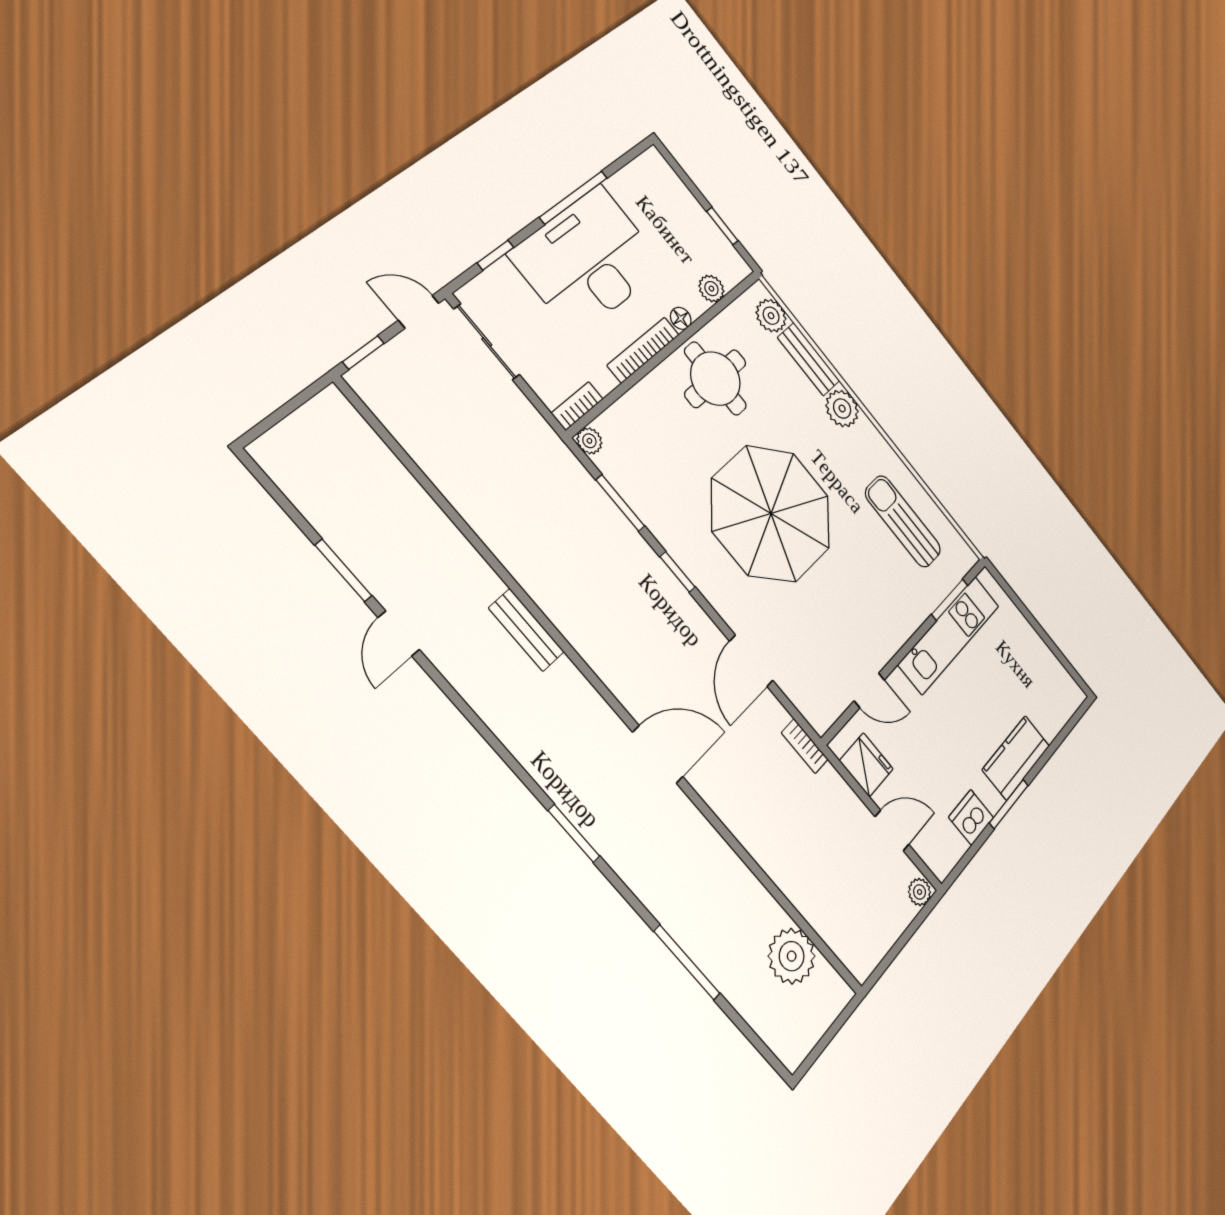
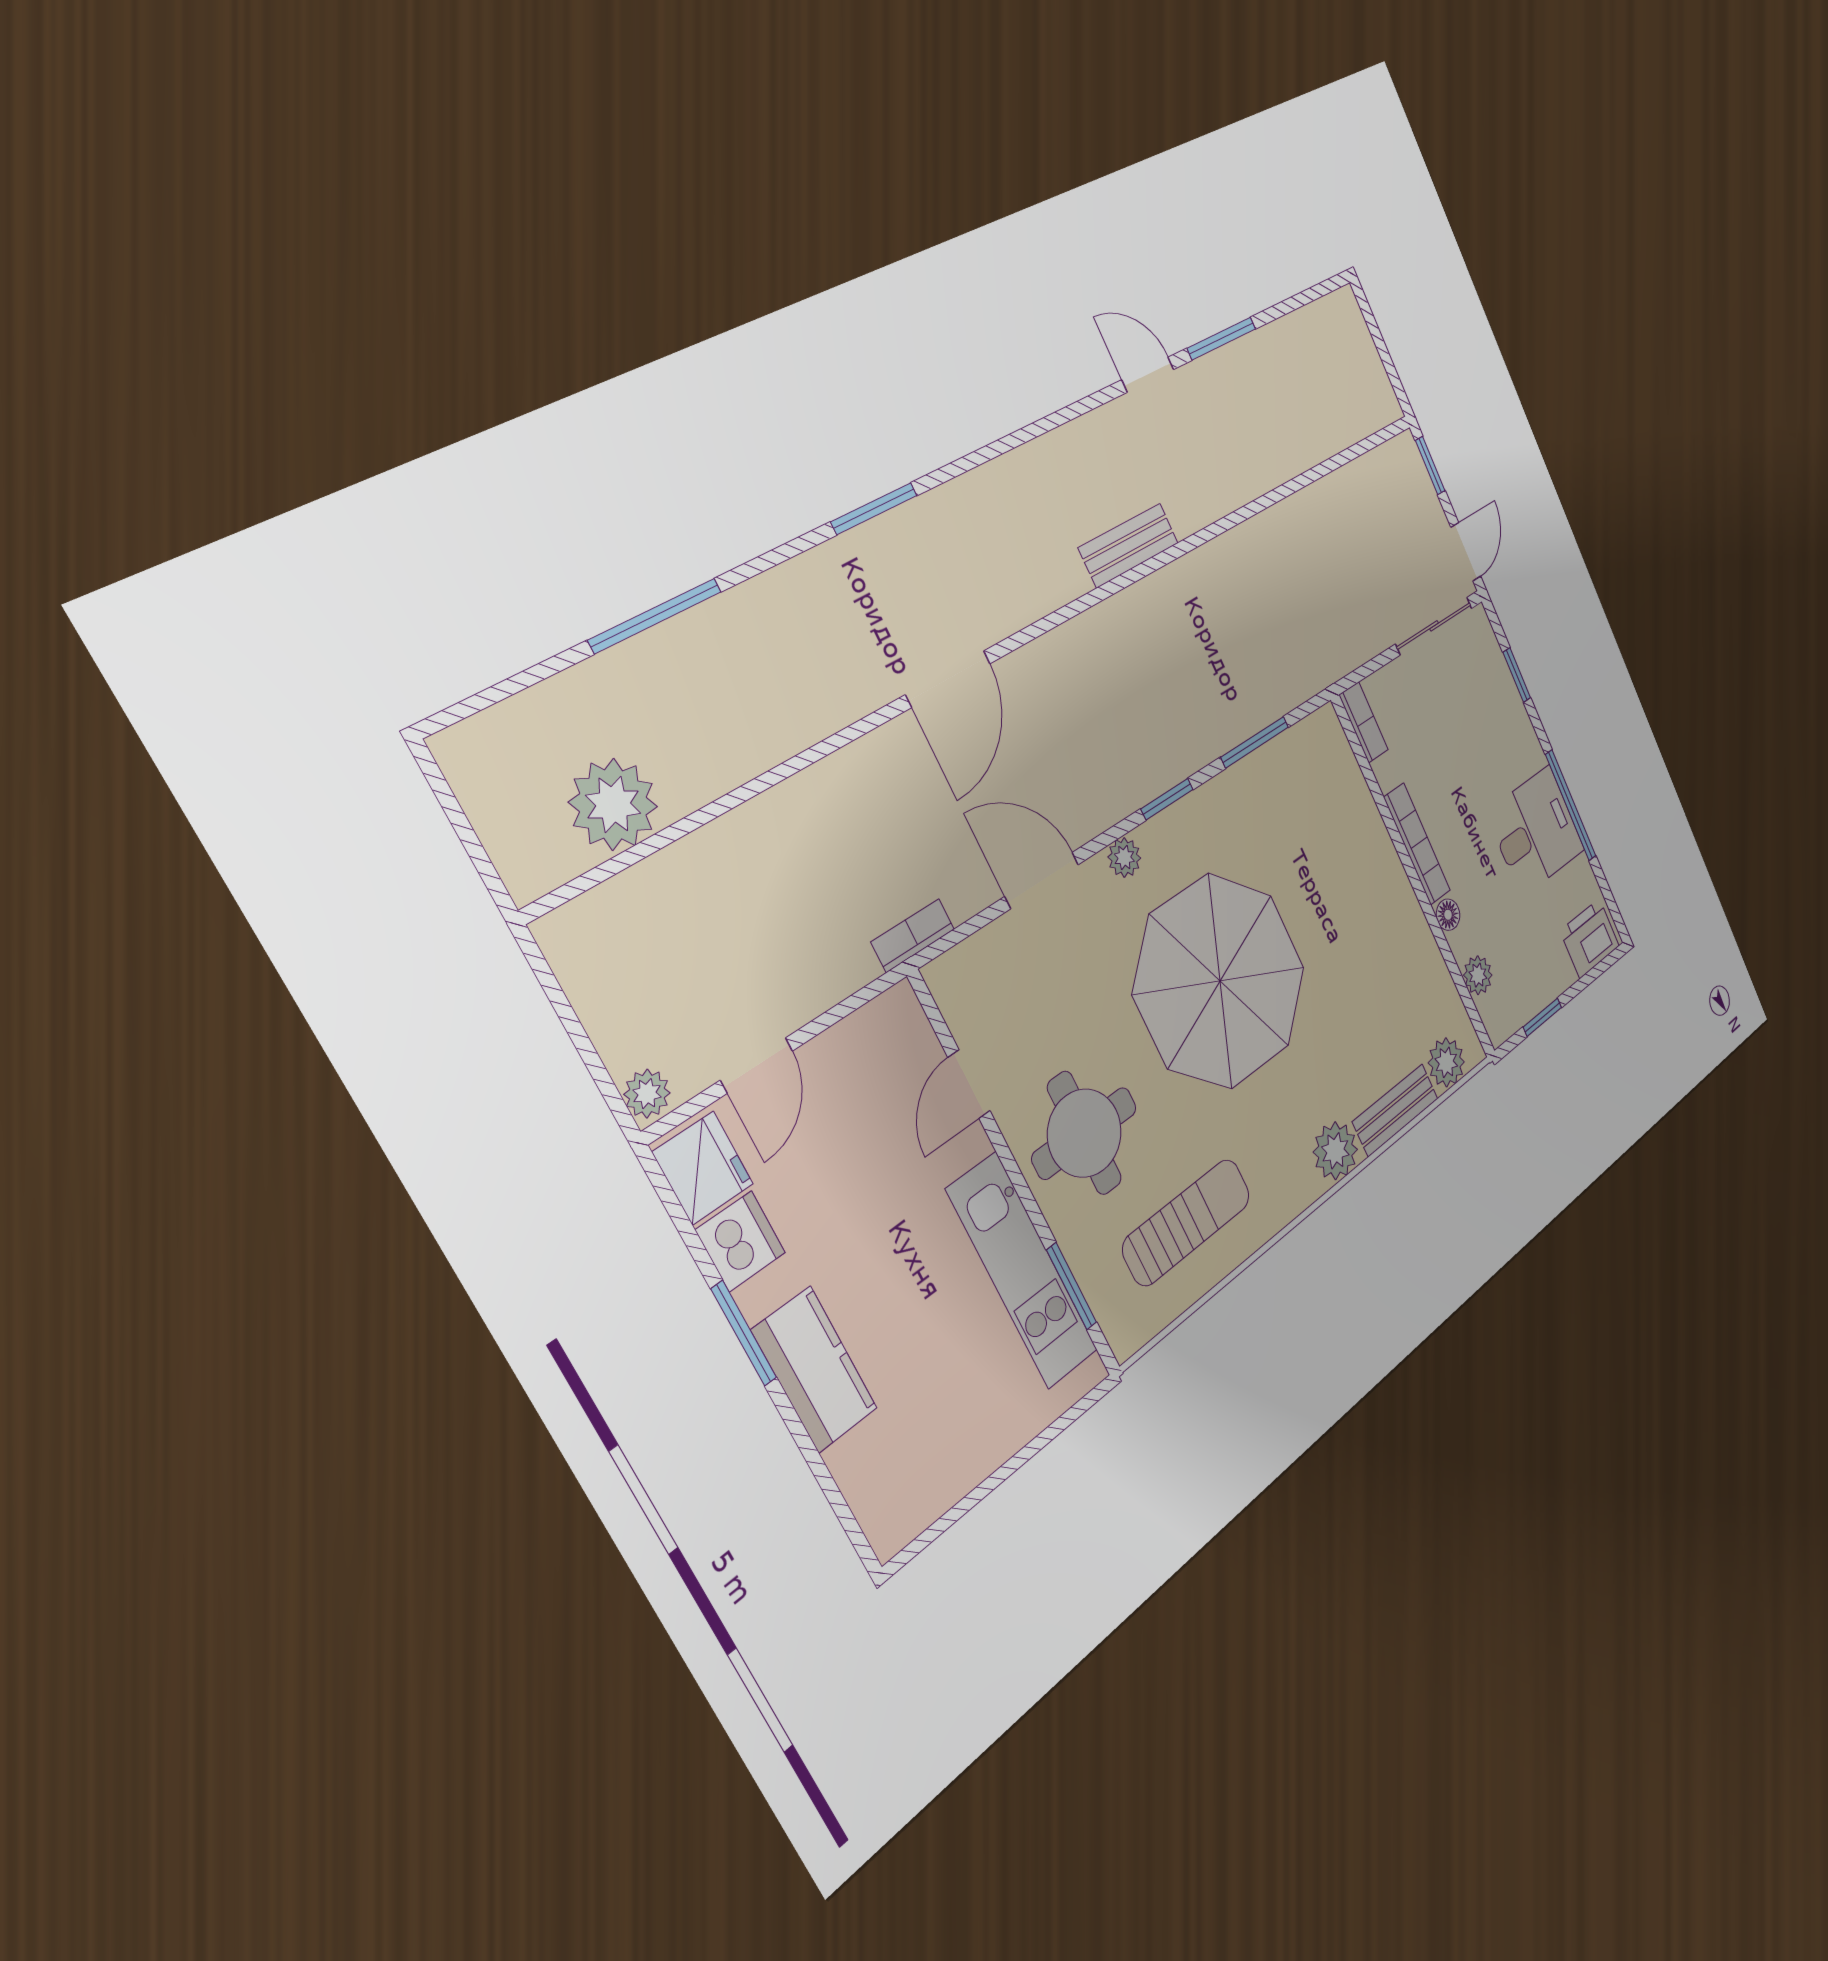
printer: (660, 178) -> (1590, 938), added
desk: (588, 260) -> (1536, 831), width x0.53, depth x0.77
round table: (715, 379) -> (1084, 1133), moved
plant: (589, 441) -> (1124, 858), moved
fridge: (866, 765) -> (703, 1168), moved, turned -90

